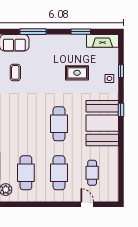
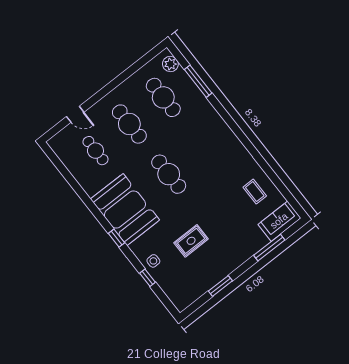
fireplace: (102, 41) -> (191, 294), removed

